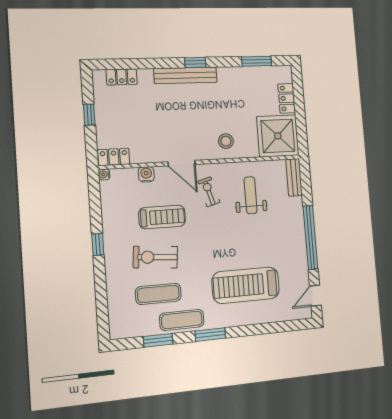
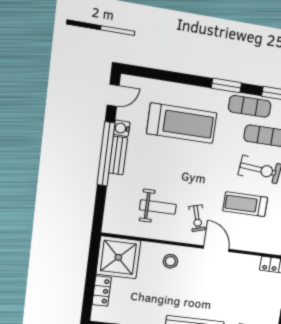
water cooler: (146, 174) -> (122, 128), moved, turned 90
bench: (294, 177) -> (118, 156), moved
weight bench: (251, 195) -> (158, 207), turned -90

